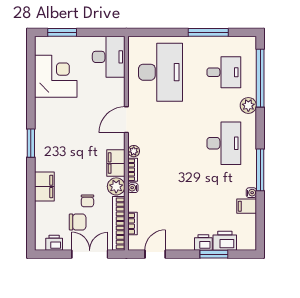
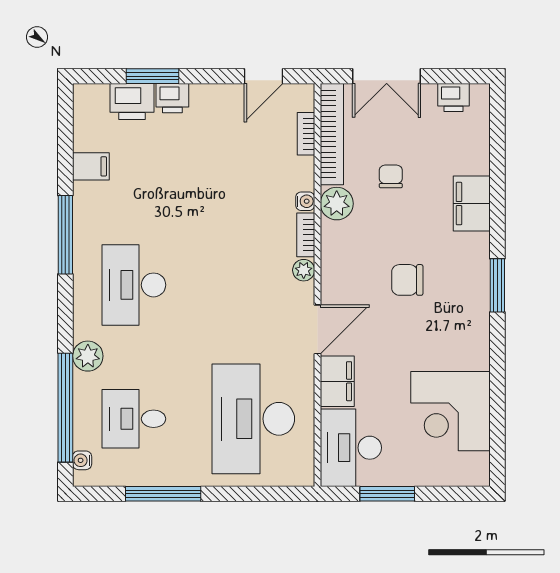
window: (62, 32) -> (387, 494), moved
filing cabinet: (116, 163) -> (337, 381), moved
water cooler: (251, 193) -> (82, 460), moved
chair: (78, 222) -> (407, 280), moved

